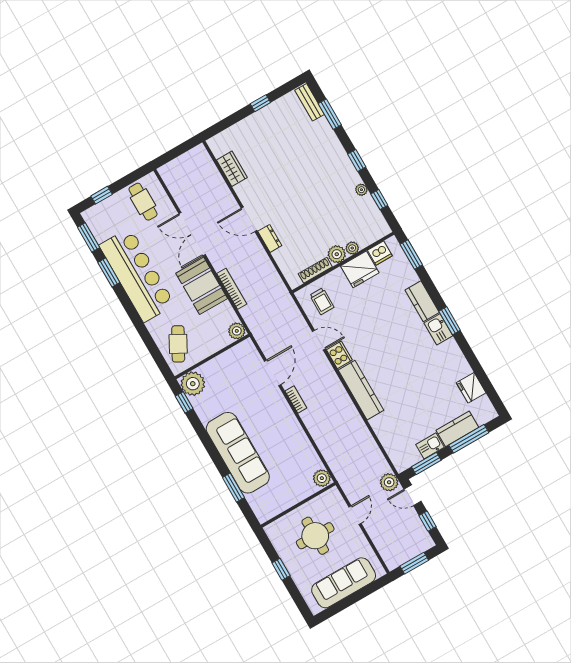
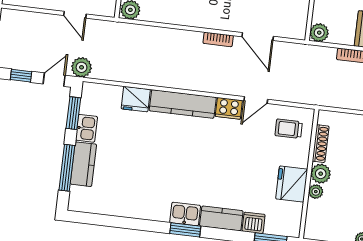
dishwasher: (380, 253) -> (254, 223), moved, turned 90
fridge: (471, 388) -> (136, 99), moved, turned 180

